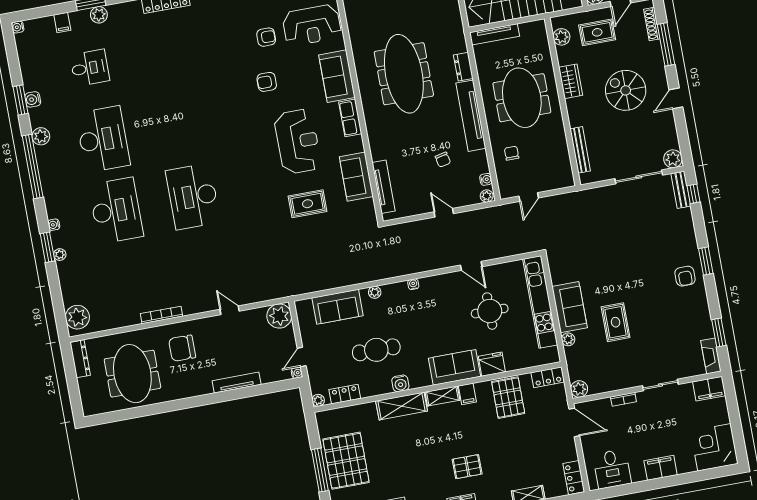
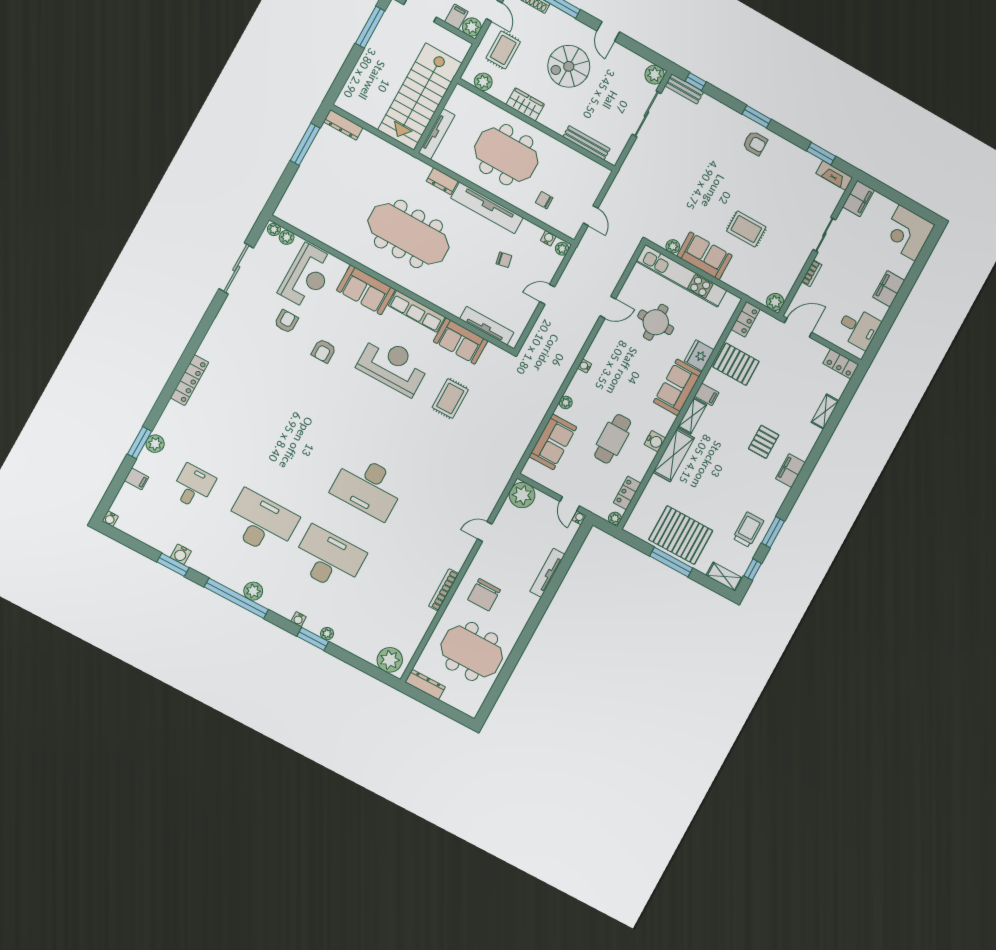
row of seats: (350, 118) -> (417, 311), width x1.48
plant: (41, 136) -> (253, 591), moved
plant: (568, 339) -> (673, 246), moved

